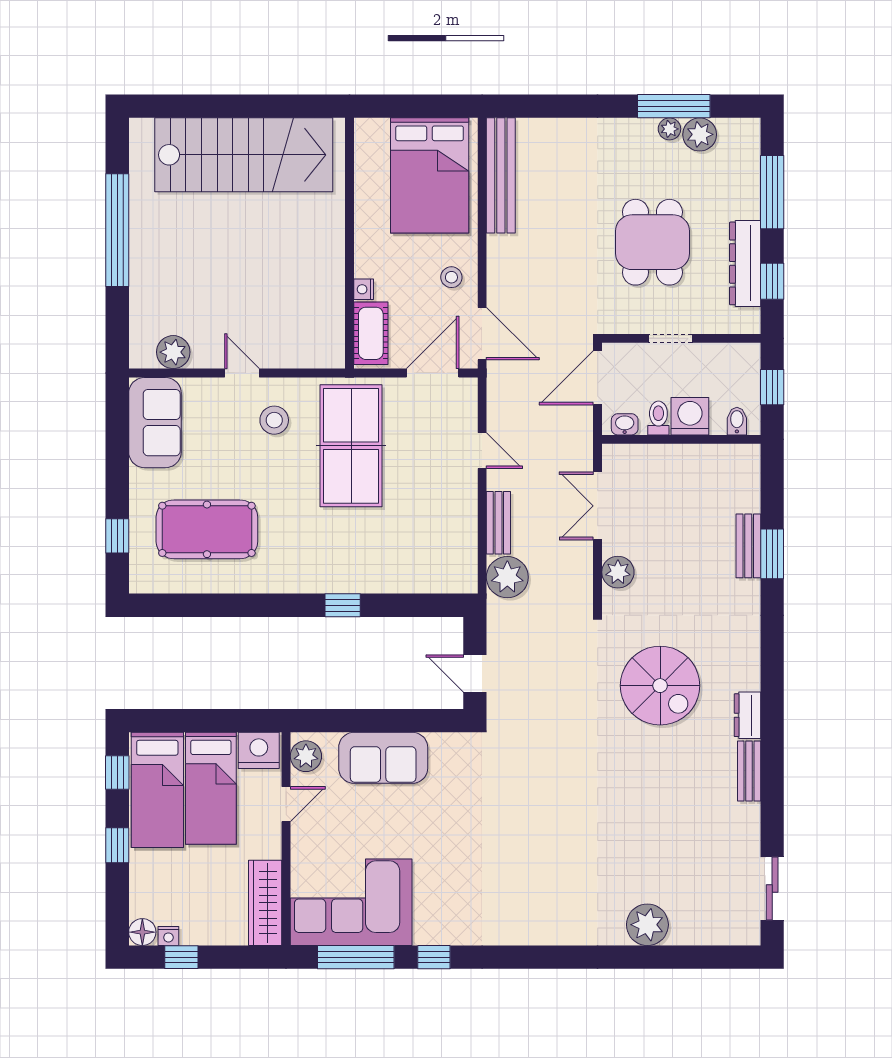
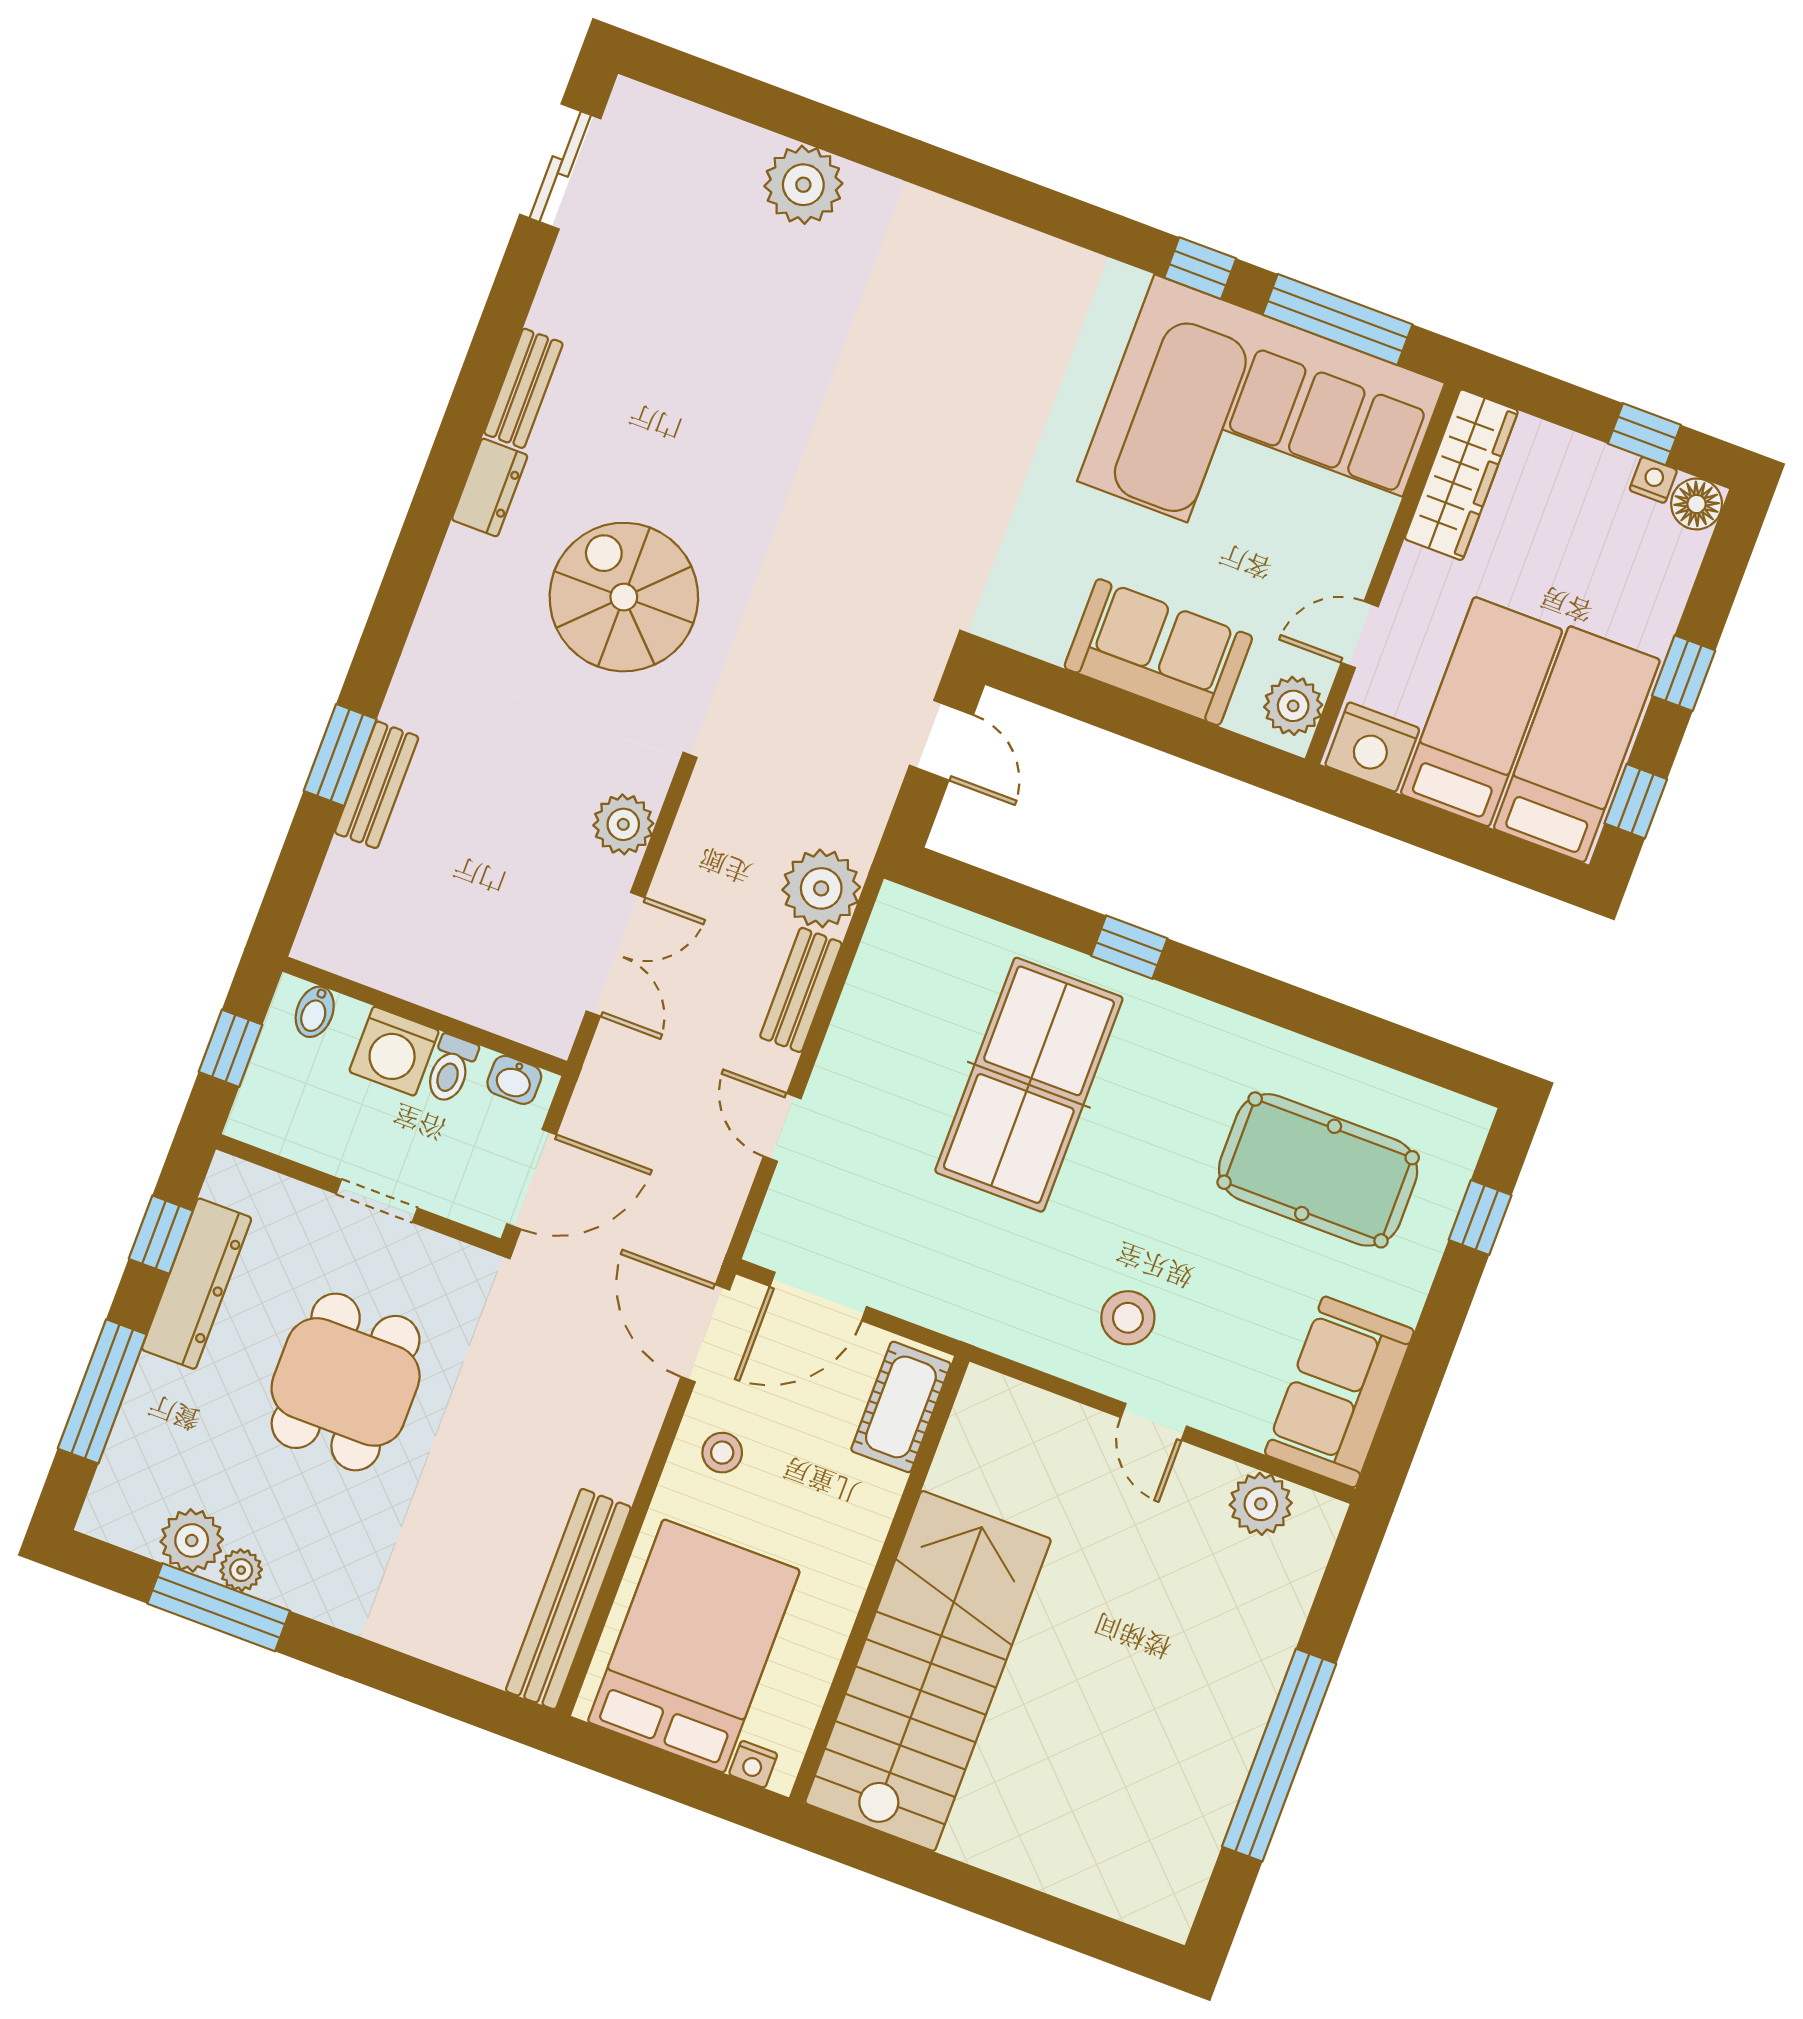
stairs: (244, 155) -> (928, 1671), moved, turned 90
nightstand: (364, 289) -> (753, 1764), moved, turned 90
table tennis table: (351, 446) -> (1029, 1085), moved
corner sofa: (351, 902) -> (1261, 432), width x1.36, depth x1.36

